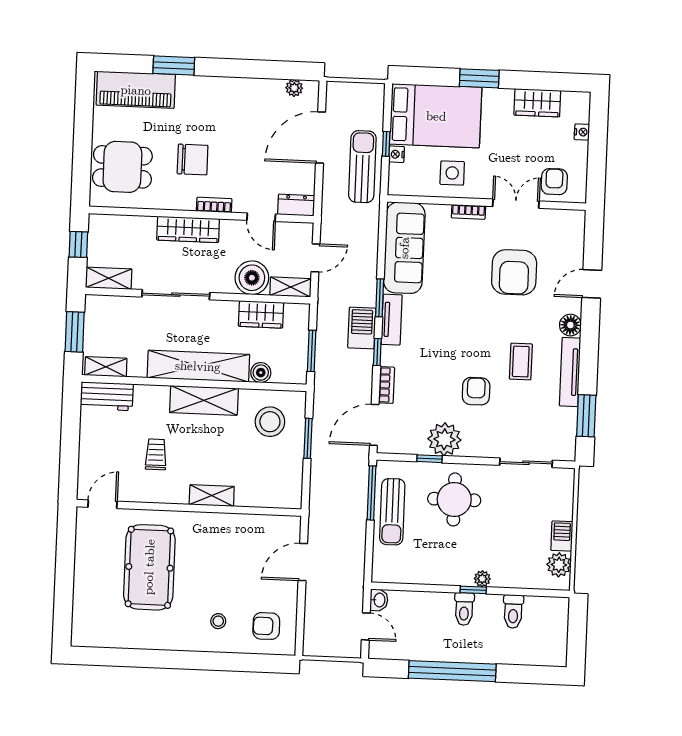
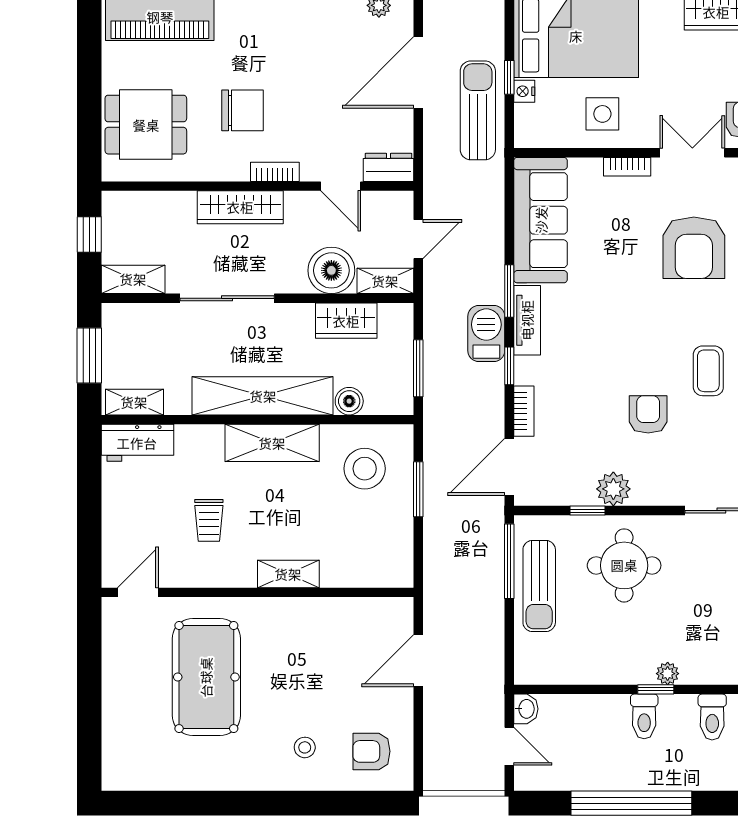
plant: (444, 439) -> (613, 489), width x0.73, depth x0.73
trolley: (156, 454) -> (209, 520), turned 180

